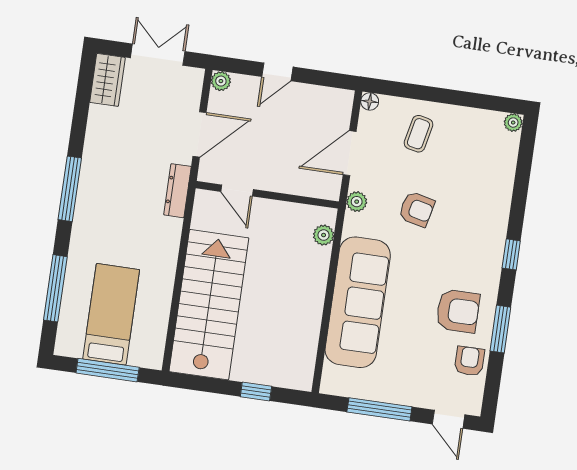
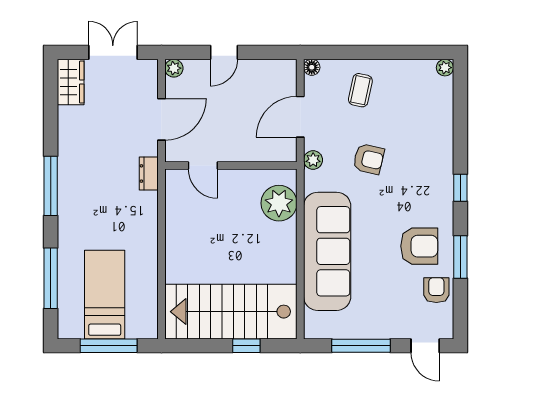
dresser: (177, 191) -> (149, 173), width x0.70
plant: (324, 235) -> (279, 203), width x1.88, depth x1.88
stairs: (209, 305) -> (231, 312), moved, turned -90

